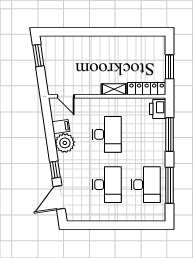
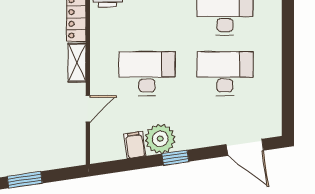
door: (66, 96) -> (88, 109), moved
window: (55, 170) -> (175, 158), moved

